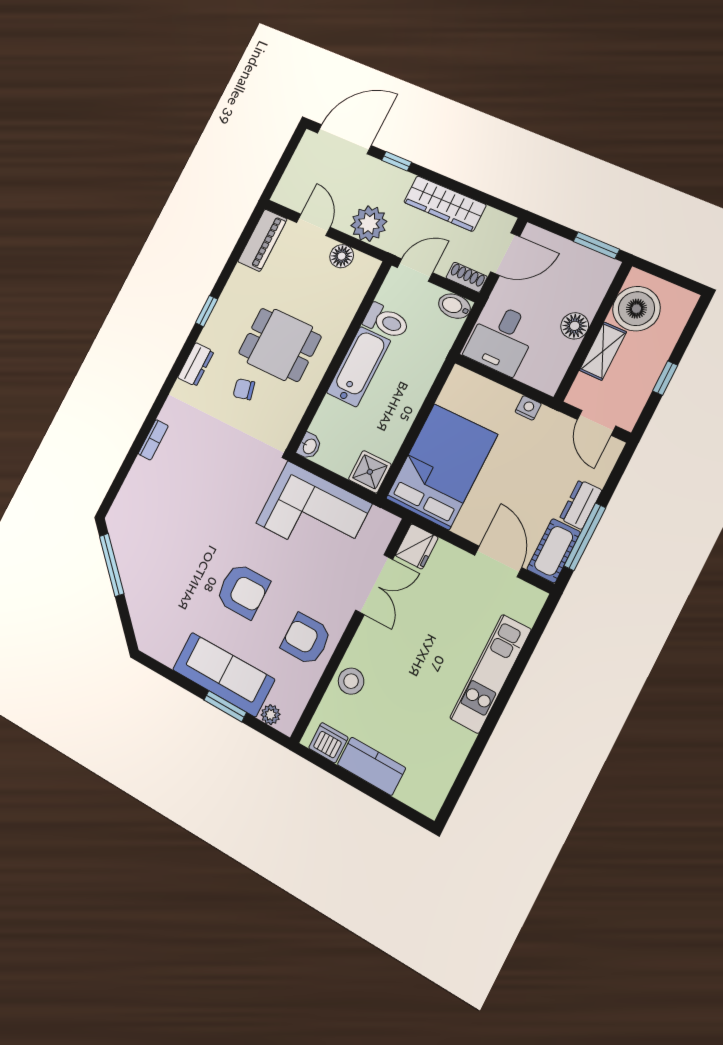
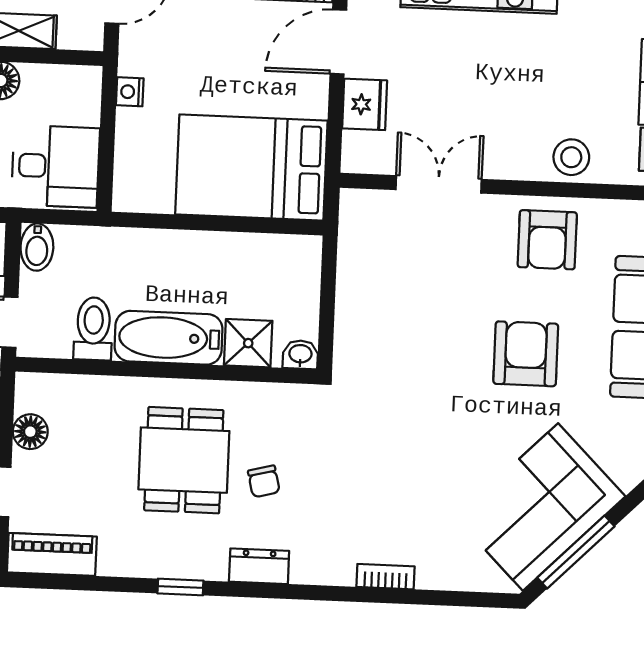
shower: (370, 472) -> (248, 343), moved
corner sofa: (314, 513) -> (540, 507), moved, turned -135
fridge: (417, 546) -> (365, 104), moved, turned 90

